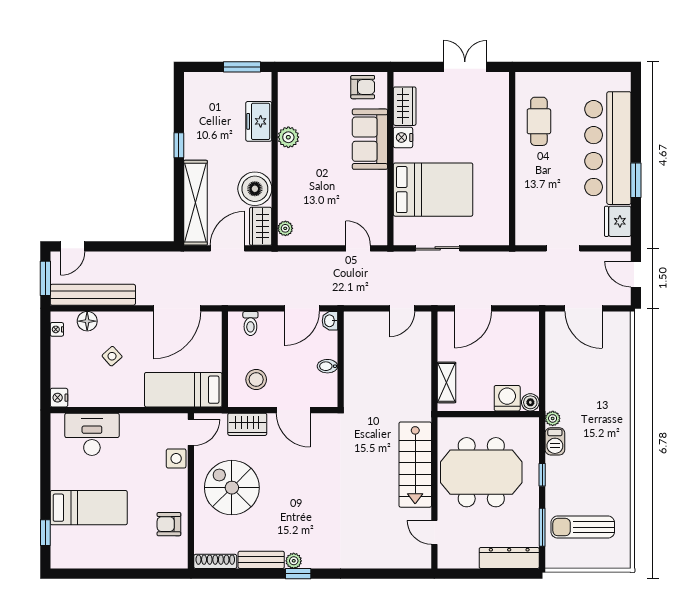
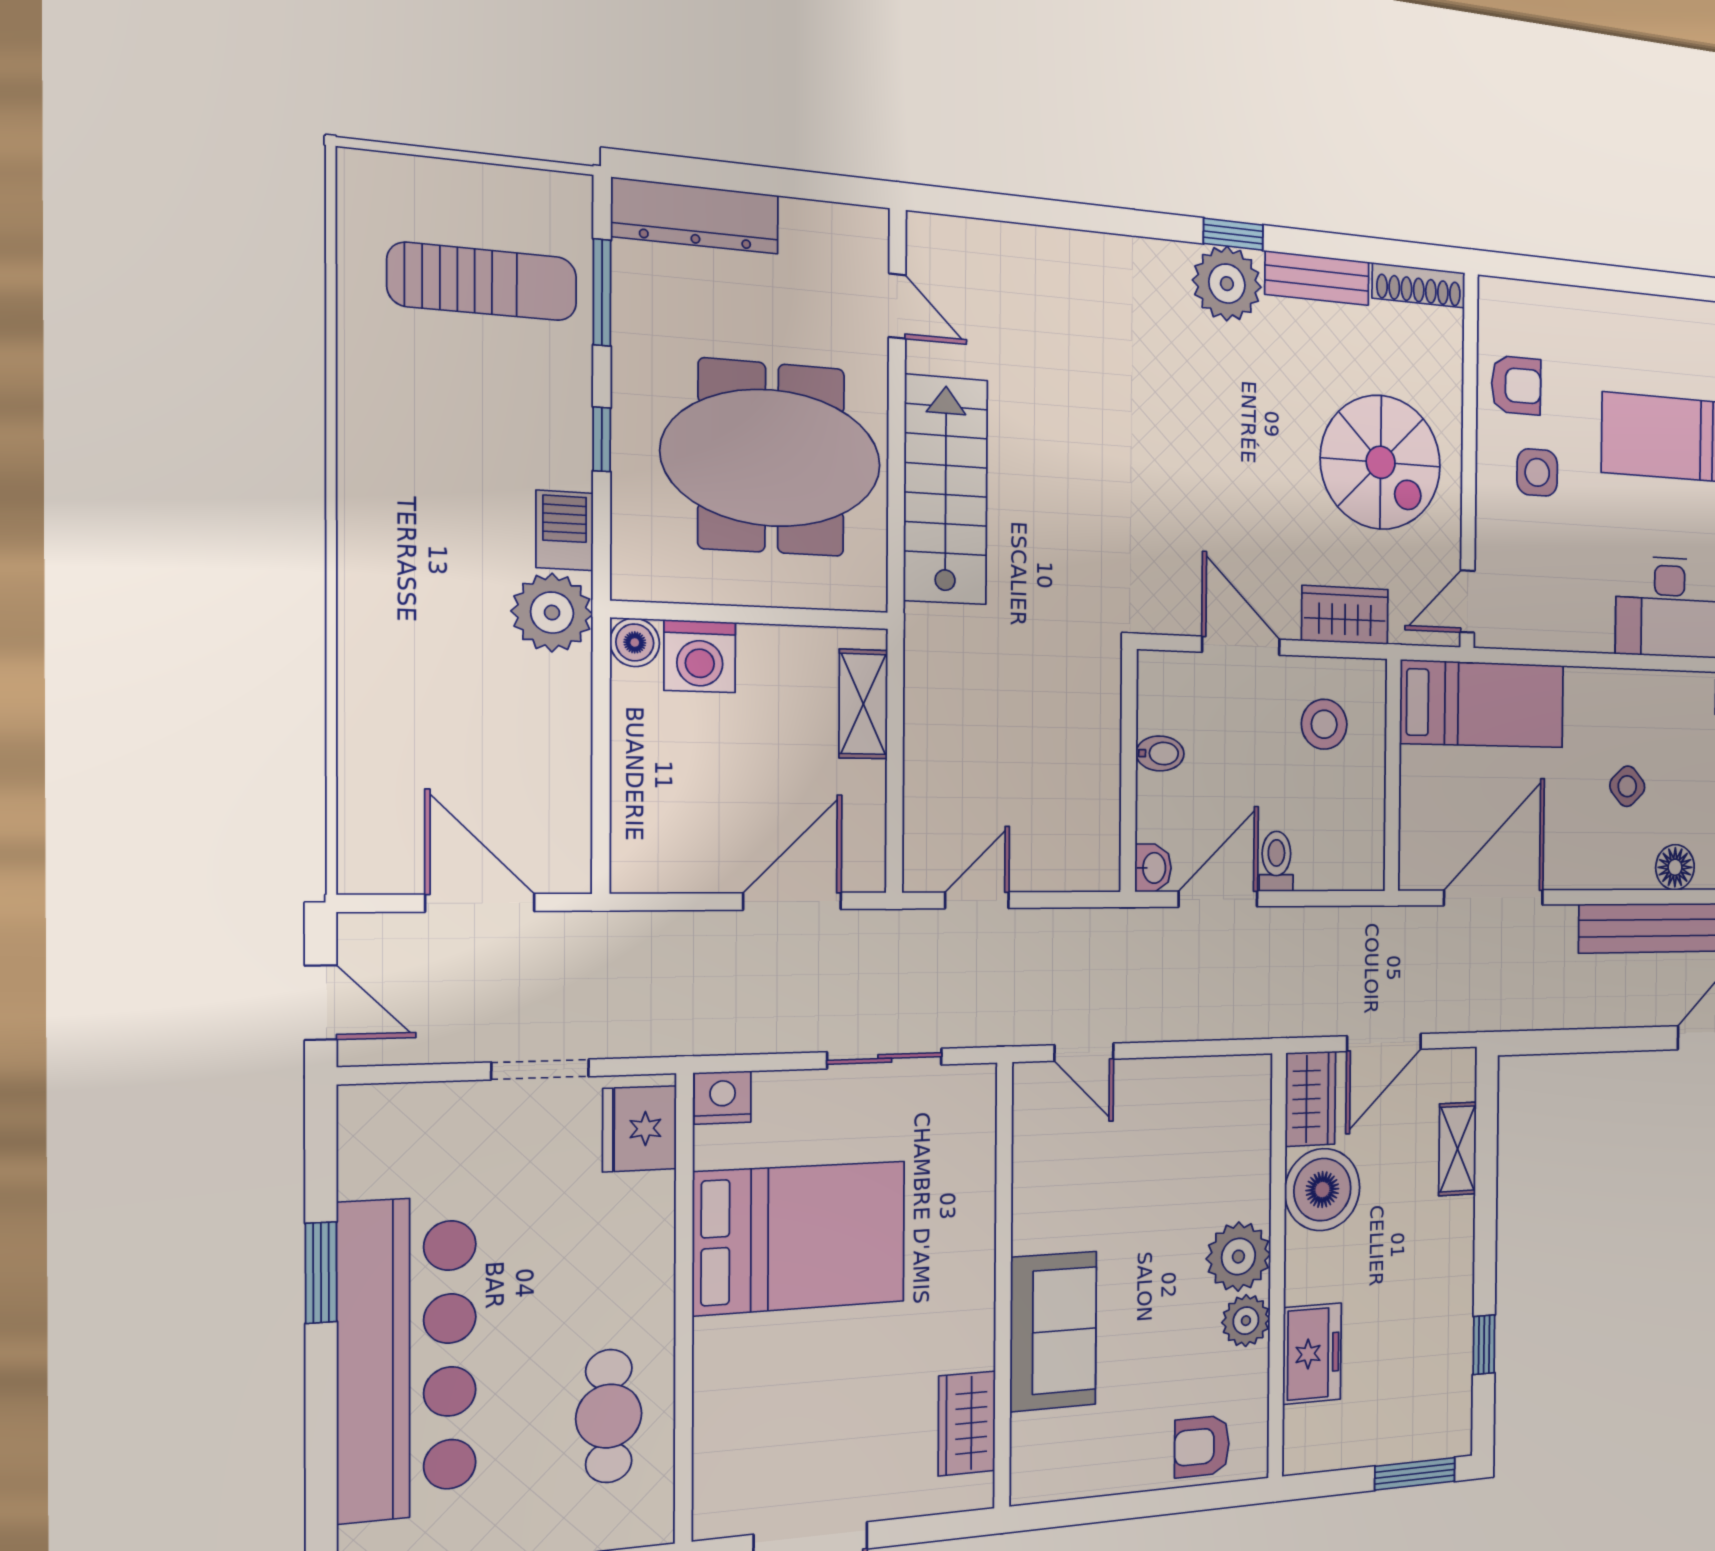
window: (242, 67) -> (1415, 1474), moved
armchair: (363, 87) -> (1202, 1446), moved
nightstand: (403, 137) -> (723, 1097), moved, turned -90
window: (179, 145) -> (1484, 1345), moved
bed: (433, 190) -> (800, 1238), moved, turned 180
shelving: (196, 203) -> (1457, 1149), width x0.45, depth x0.75
fridge: (618, 221) -> (640, 1129), moved, turned 180
plant: (285, 228) -> (1238, 1257), moved, width x1.88, depth x1.88
toilet: (250, 323) -> (1276, 861), moved
plant: (553, 418) -> (552, 613), width x1.88, depth x1.88
side table: (176, 458) -> (1537, 472), moved
plant: (294, 561) -> (1227, 284), width x1.88, depth x1.88

